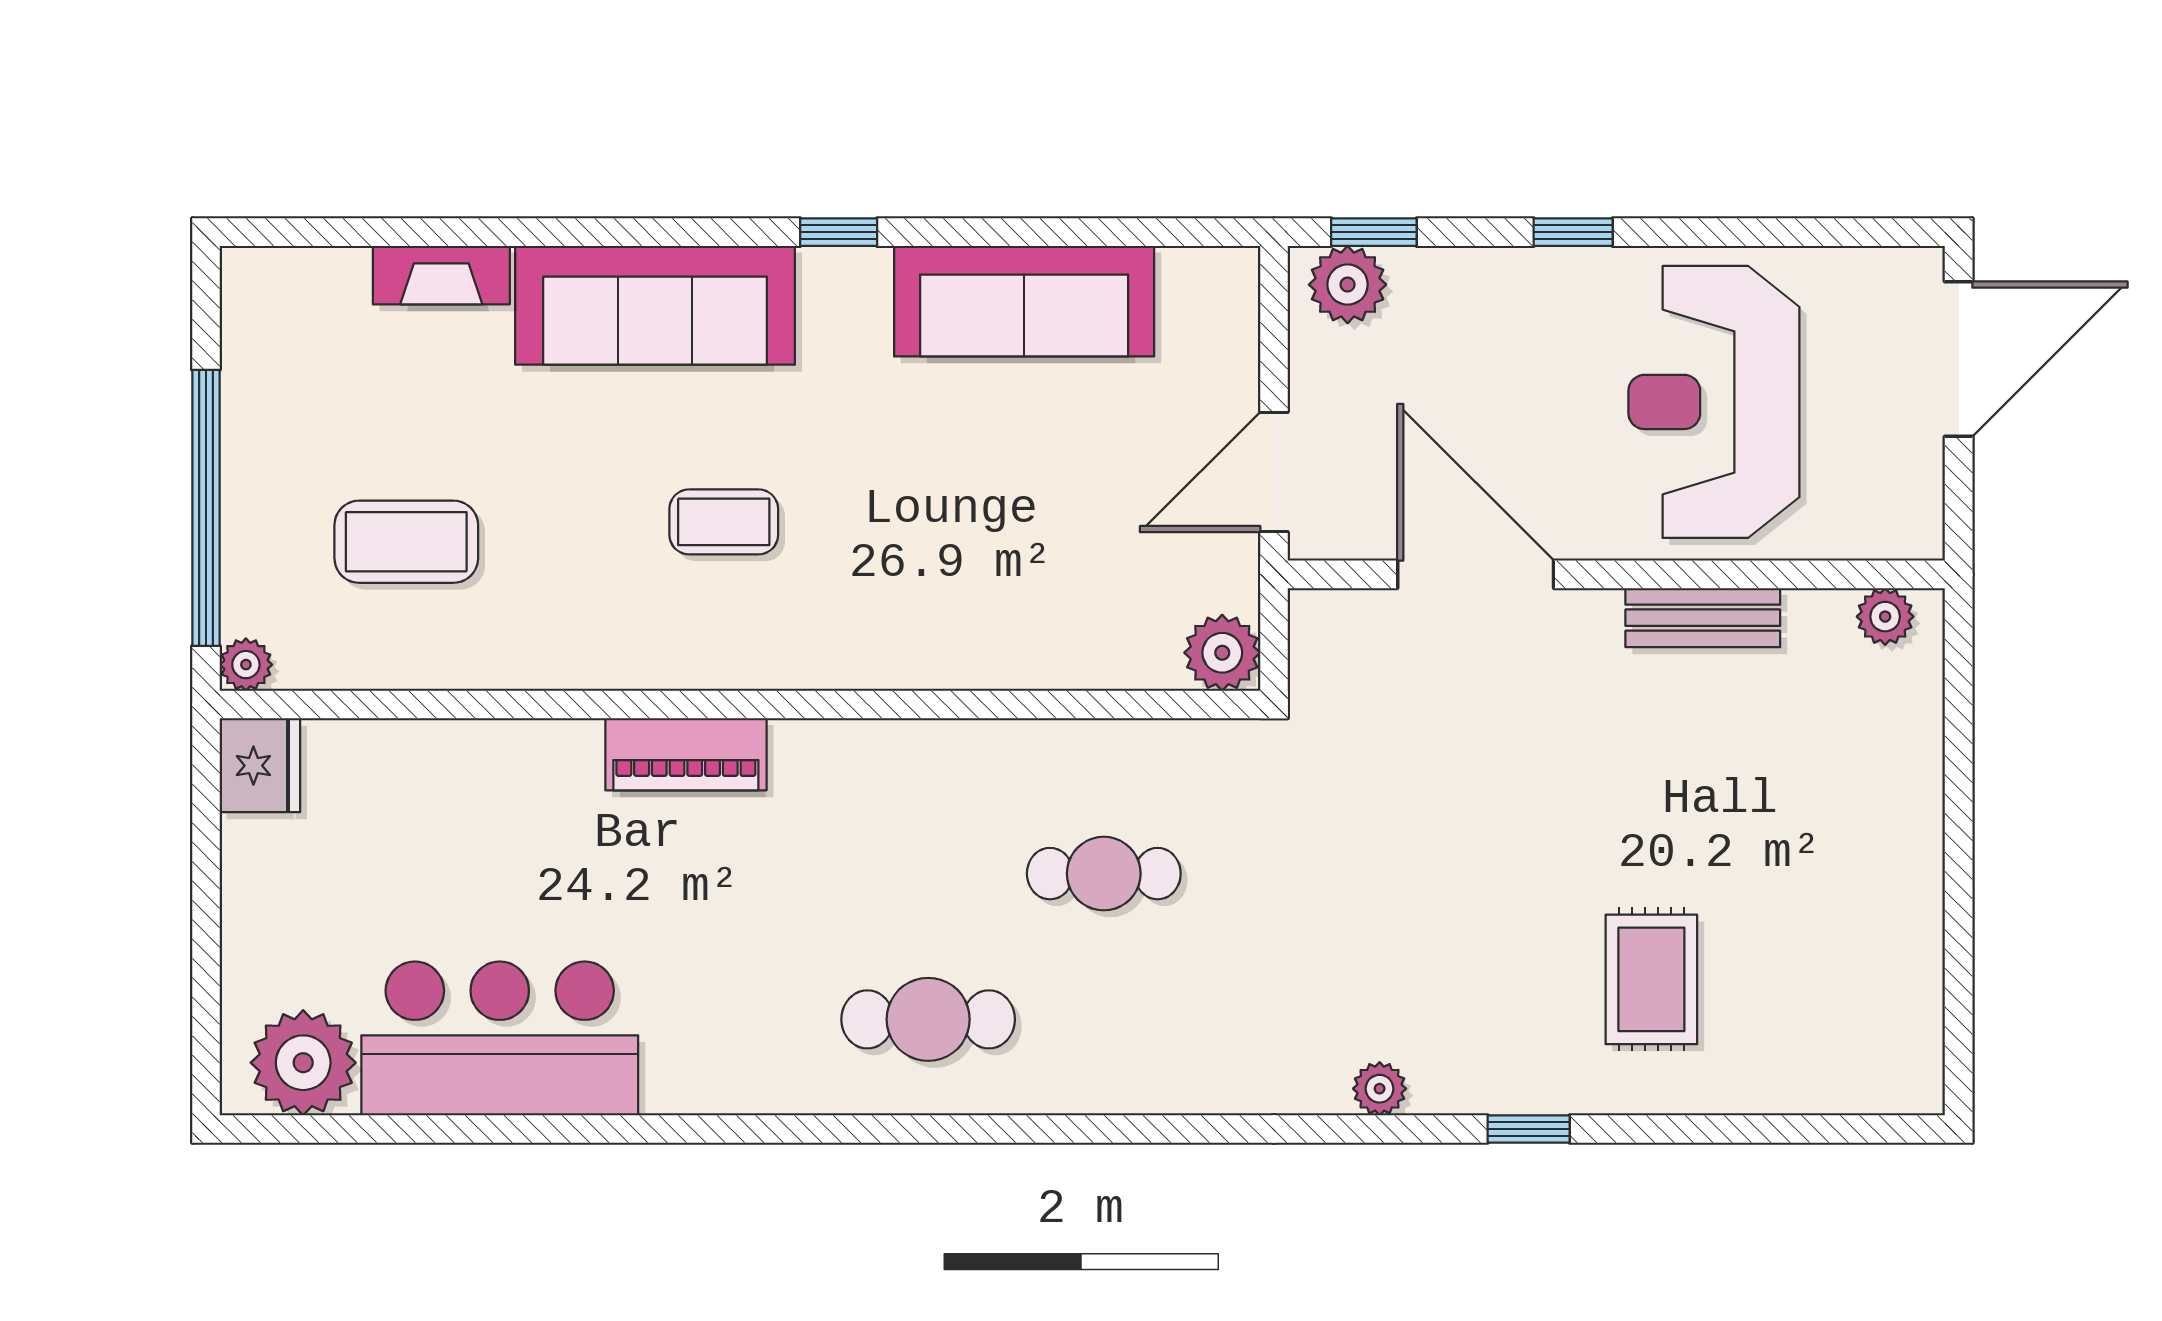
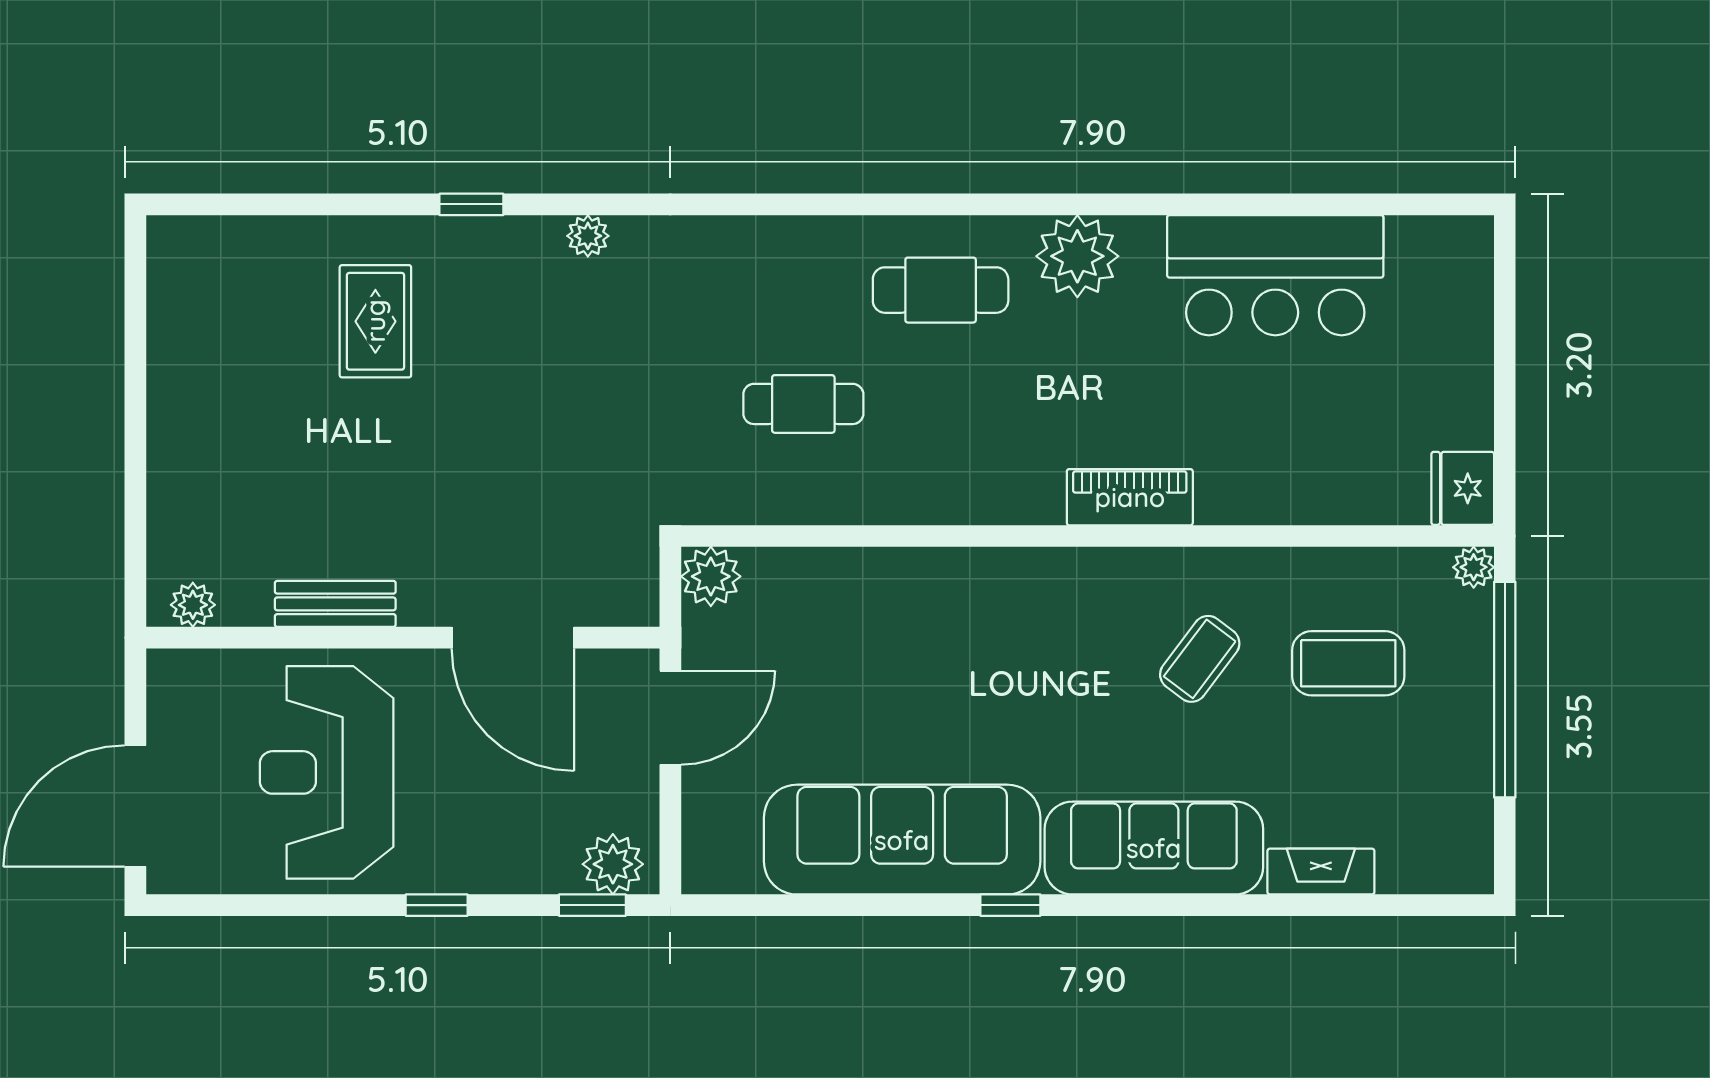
sofa: (1024, 301) -> (902, 840), width x1.36, depth x1.27
reception desk: (1714, 402) -> (327, 772), turned 180
coffee table: (724, 522) -> (1200, 659), moved, turned -53
plant: (303, 1063) -> (1077, 256), moved

